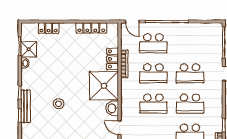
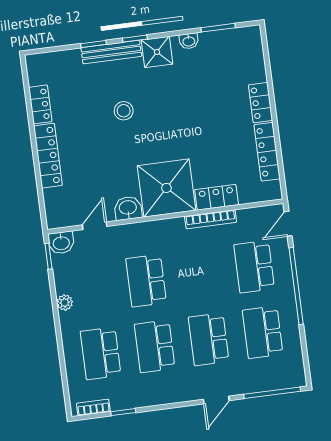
locker: (49, 28) -> (260, 103), moved
shower: (29, 49) -> (157, 52), moved
school desk: (153, 73) -> (263, 332), moved

